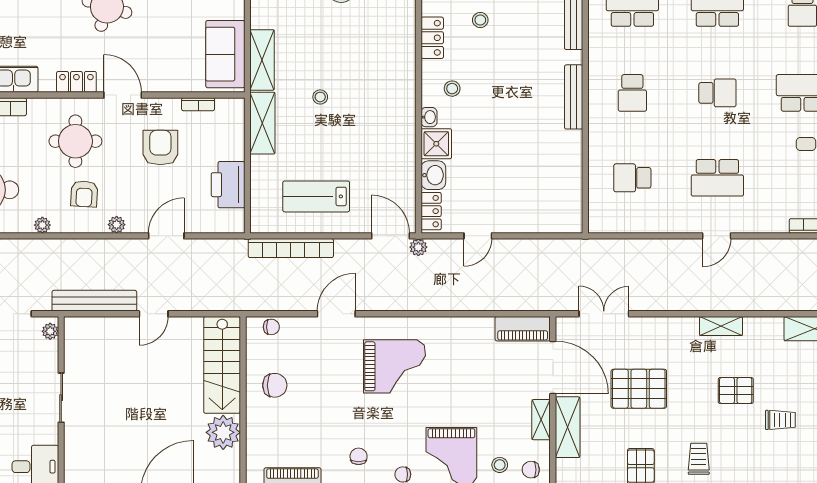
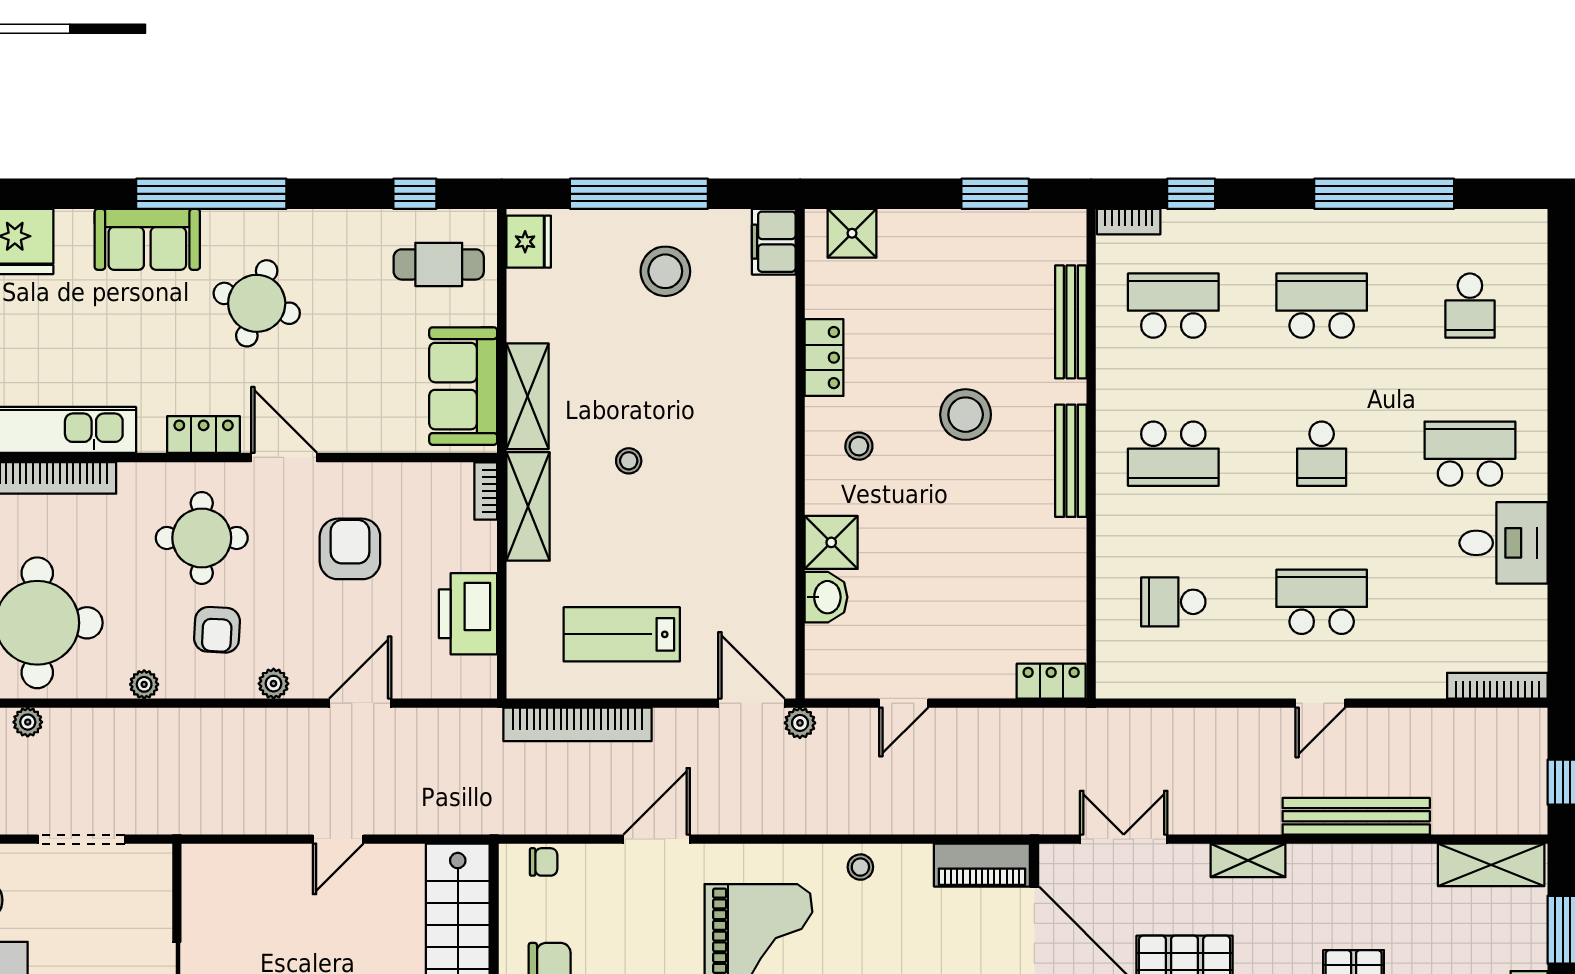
stool: (480, 20) -> (966, 415), moved, width x1.89, depth x1.89
school desk: (632, 93) -> (1173, 454), width x1.85
school desk: (717, 93) -> (1322, 454), turned 90
bookcase: (198, 104) -> (486, 491), moved, turned 90
washbasin: (429, 117) -> (818, 496), removed
school desk: (717, 178) -> (1322, 602), turned 180
locker: (431, 211) -> (1051, 681), moved, turned -90
bench: (94, 301) -> (1356, 816), moved
shelving: (721, 326) -> (1248, 860), moved
stool: (453, 330) -> (860, 867), added
plant: (50, 331) -> (158, 870), removed

